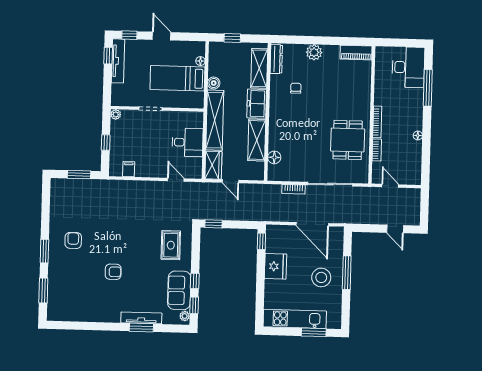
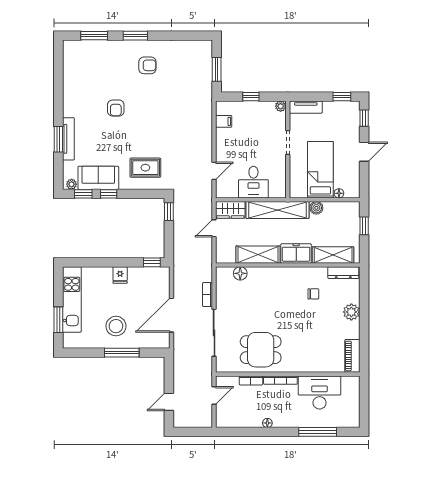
tv unit: (118, 61) -> (306, 107), moved, width x0.71
desk: (408, 67) -> (320, 393), moved, turned 180
fridge: (276, 266) -> (120, 275), width x0.53, depth x0.75

